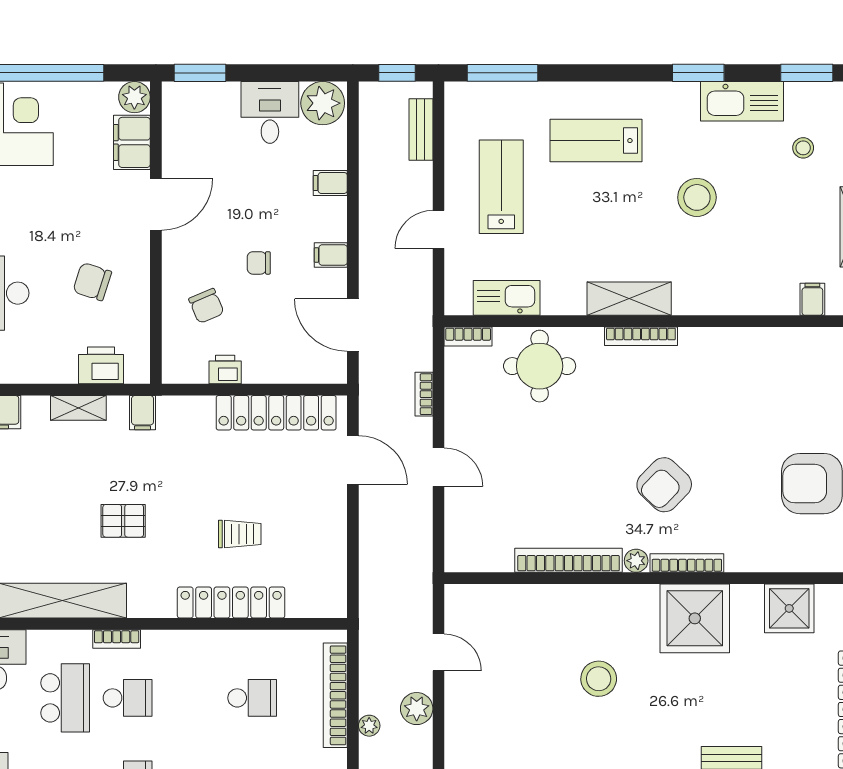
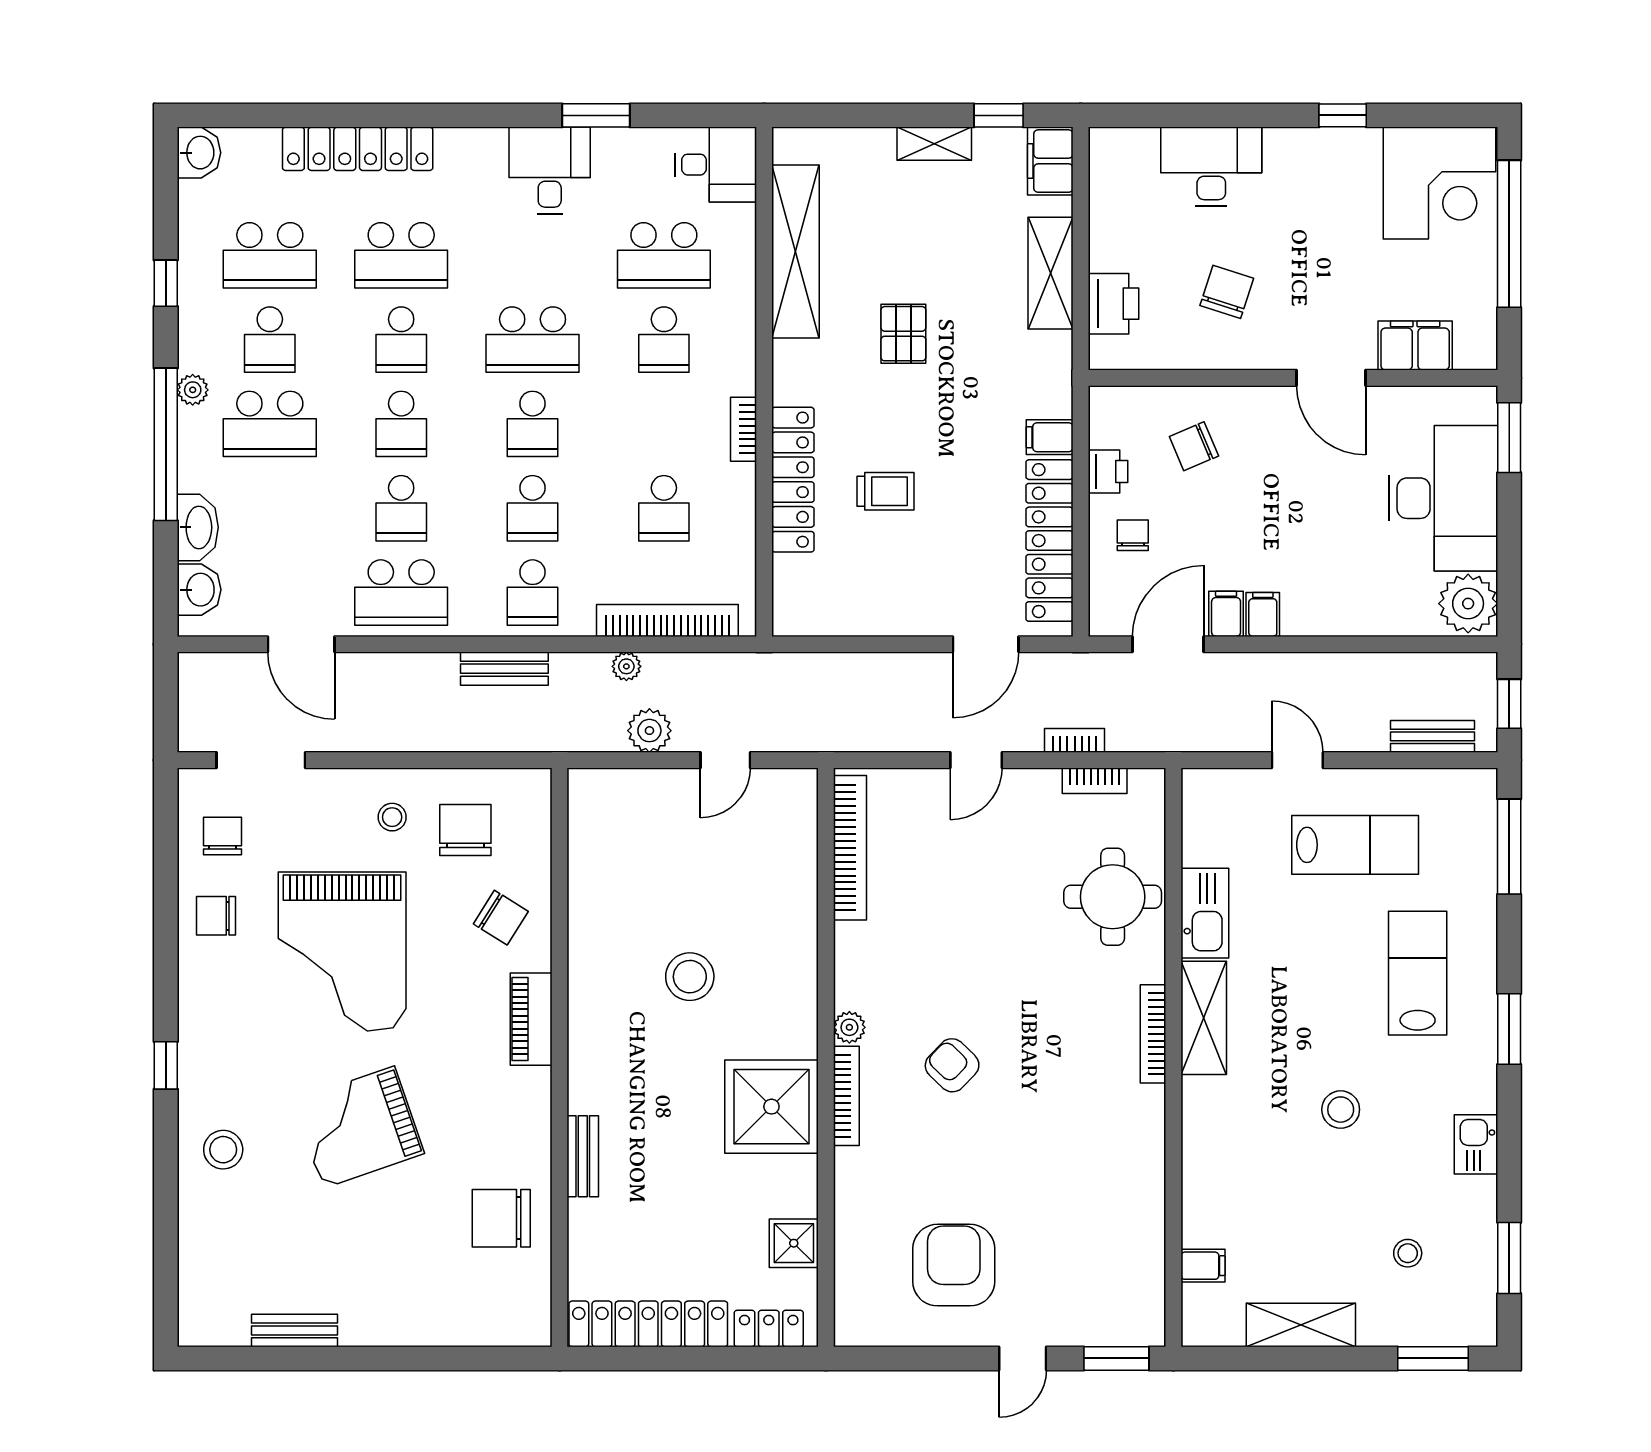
window: (698, 73) -> (1509, 1029), moved
plant: (134, 97) -> (1476, 349), removed
kitchen sink: (742, 101) -> (1476, 1144), width x0.53, depth x0.81
desk: (270, 112) -> (1443, 498), width x1.87, depth x1.30
filing cabinet: (330, 183) -> (1226, 614), moved
stool: (697, 197) -> (1341, 1110), width x0.73, depth x0.73
chair: (259, 263) -> (1133, 535), moved
kitchen sink: (507, 298) -> (1205, 913), moved
bookcase: (468, 336) -> (1095, 781), moved, turned -90
shelving: (78, 408) -> (1050, 273), width x1.50, depth x1.33
filing cabinet: (143, 413) -> (1050, 437), moved
armchair: (664, 485) -> (952, 1065), width x0.72, depth x0.72
trolley: (240, 534) -> (885, 491), turned -90
bookcase: (569, 560) -> (850, 848), moved
shower: (789, 608) -> (794, 1243), width x0.73, depth x0.73
bookcase: (117, 639) -> (744, 429), moved

